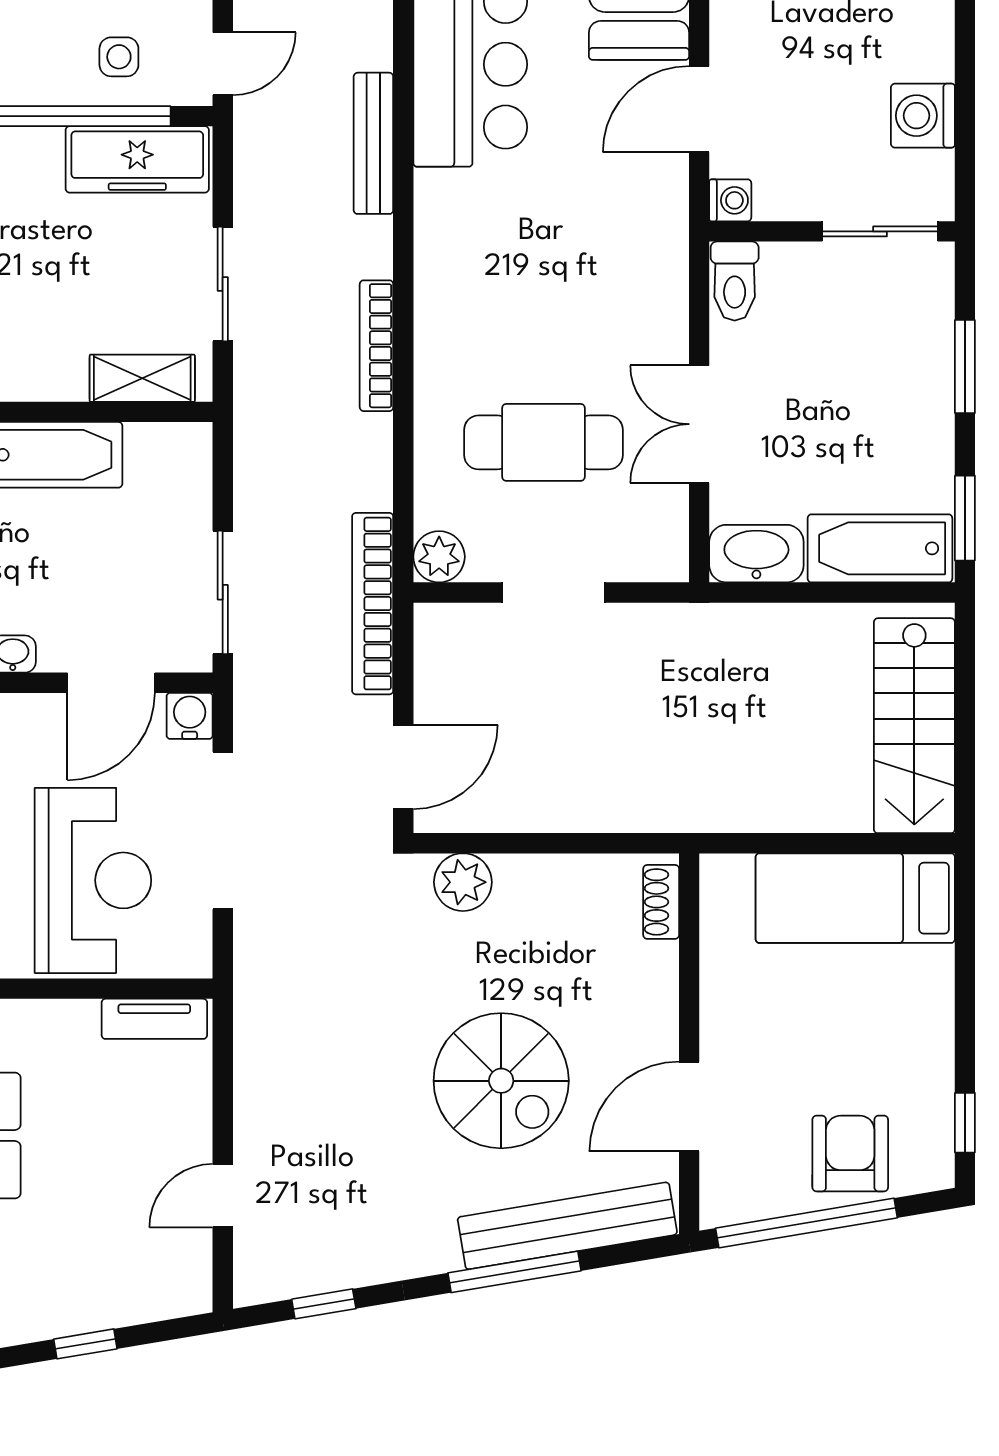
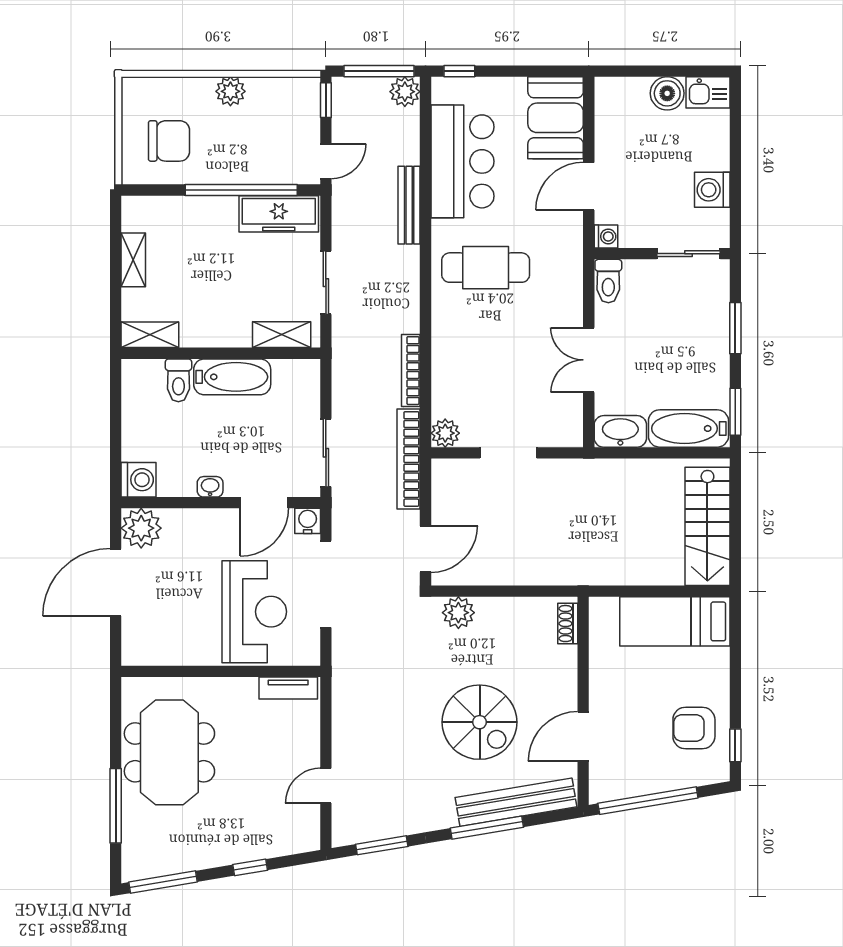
side table: (119, 57) -> (269, 157), removed
bookcase: (376, 346) -> (411, 371), moved
cafe table: (543, 442) -> (486, 268), moved
armchair: (850, 1154) -> (694, 728), moved, turned -90
window: (324, 1304) -> (382, 845), width x1.50

